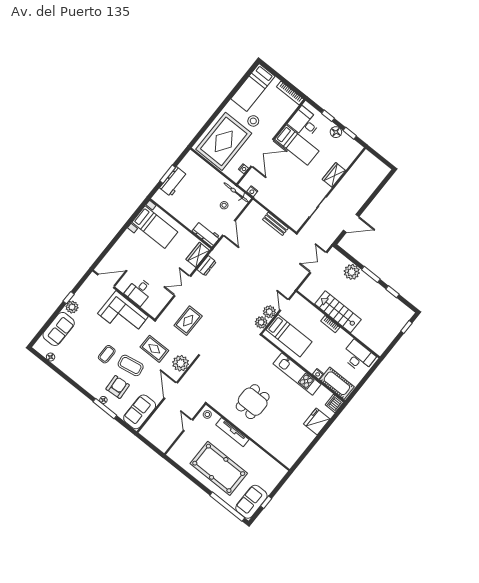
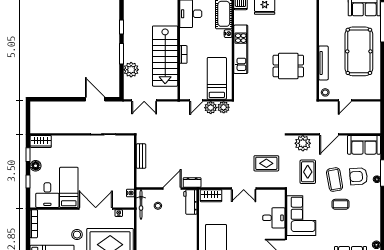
wardrobe: (334, 175) -> (41, 141), moved
dresser: (207, 266) -> (192, 182), moved
stairs: (338, 312) -> (165, 56), width x1.36, depth x1.51

